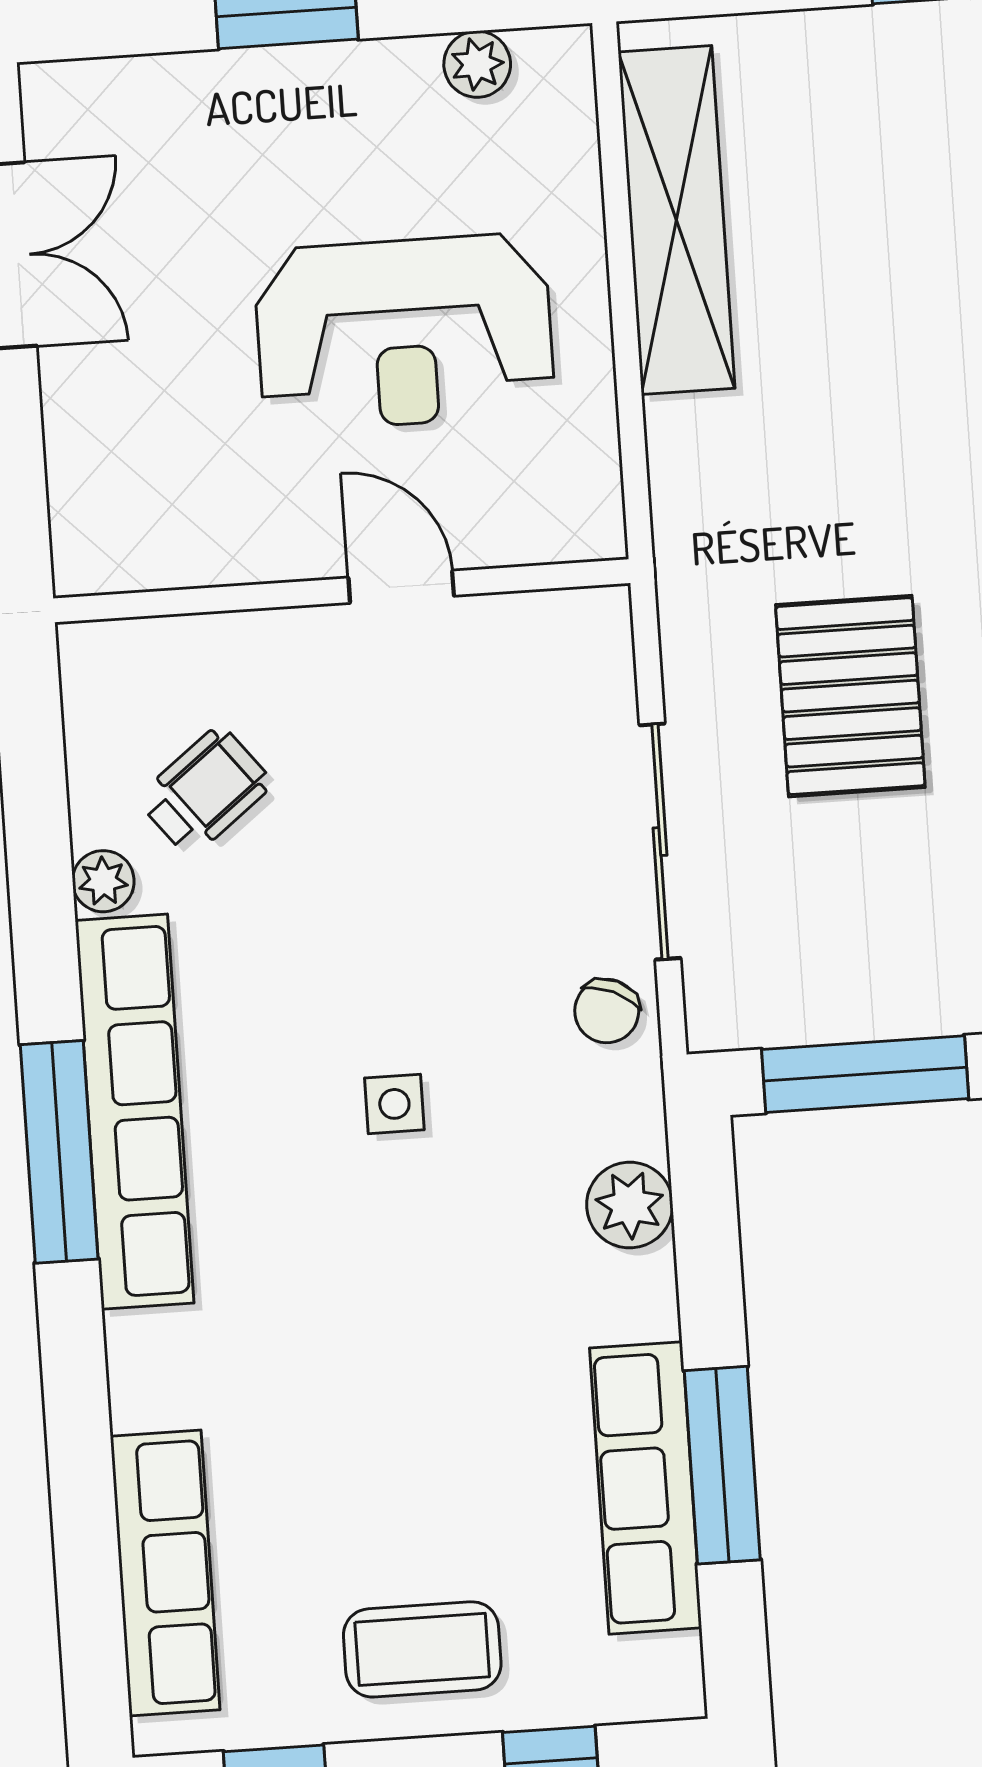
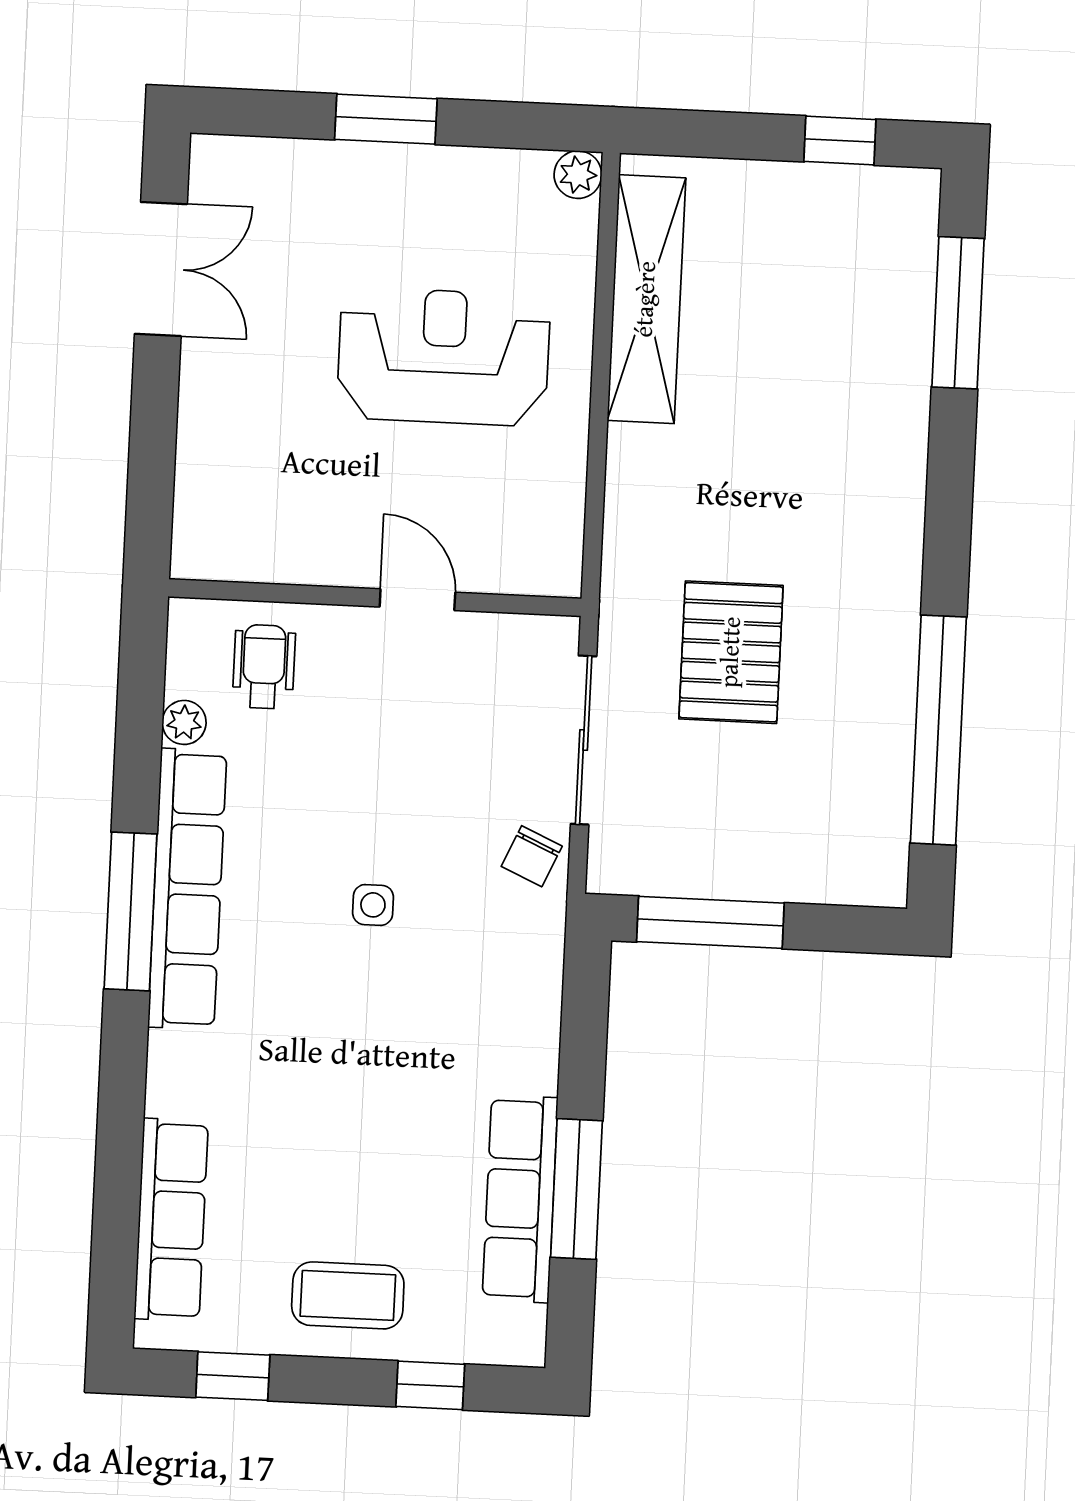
plant: (477, 64) -> (578, 175), moved
reception desk: (404, 332) -> (443, 357), turned 180
door: (401, 587) -> (417, 600), moved
wall: (342, 591) -> (375, 598), moved
wheelchair: (205, 791) -> (264, 667), turned -52
plant: (630, 1205) -> (532, 996), removed

